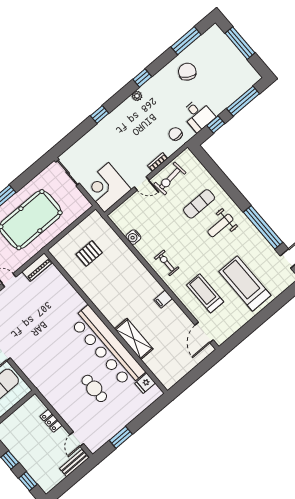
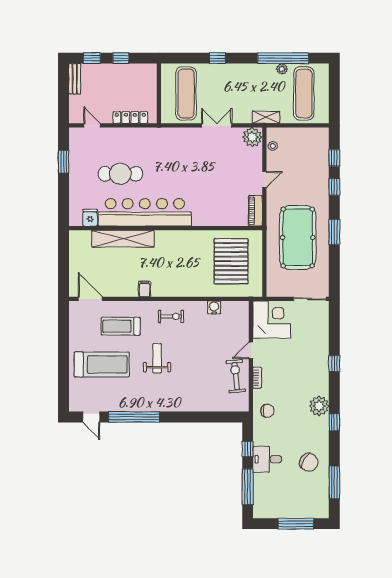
plant: (137, 96) -> (319, 406), width x1.87, depth x1.87
desk: (198, 115) -> (267, 459), moved
exercise mat: (199, 204) -> (196, 382), removed
weight bench: (220, 225) -> (157, 358), moved
pallet: (89, 253) -> (231, 261), width x2.05, depth x2.00
treadmill: (205, 293) -> (121, 326), turned 180
shelving: (134, 339) -> (123, 239), width x1.47
cafe table: (94, 388) -> (120, 174), width x1.37, depth x1.35
locker: (51, 421) -> (130, 118), width x1.53
bench: (74, 463) -> (75, 79), moved

